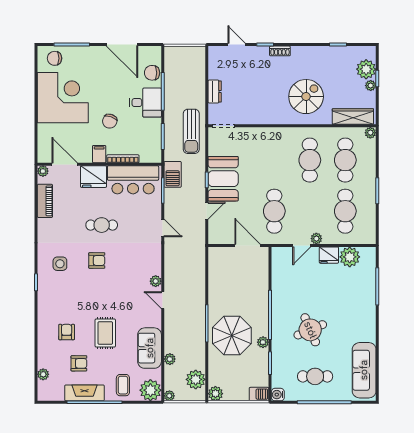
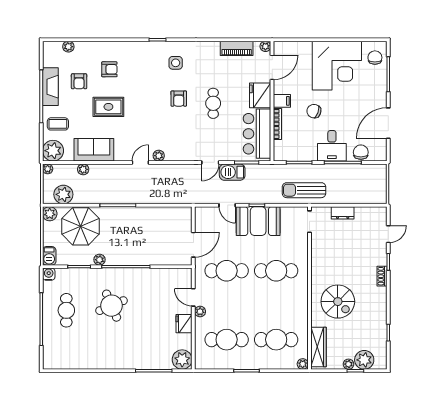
cafe table: (310, 160) -> (276, 271), moved
barbecue: (173, 174) -> (232, 172), moved
plant: (350, 257) -> (182, 360), moved
parasol: (232, 336) -> (80, 226), moved
sofa: (364, 370) -> (72, 358), removed

